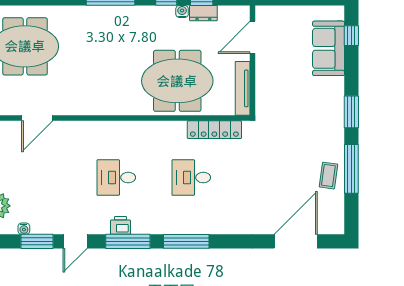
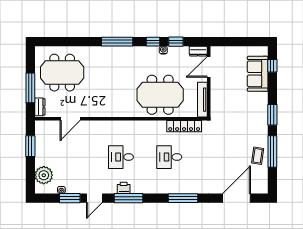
dresser: (203, 13) -> (198, 51), moved
window: (186, 241) -> (183, 198), moved

